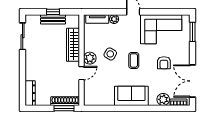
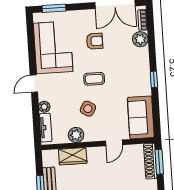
wardrobe: (73, 45) -> (73, 156), width x0.67
plant: (90, 58) -> (76, 135), moved
door: (82, 73) -> (114, 143), swing flipped
sofa: (131, 96) -> (141, 117), moved
window: (130, 108) -> (154, 79), added

